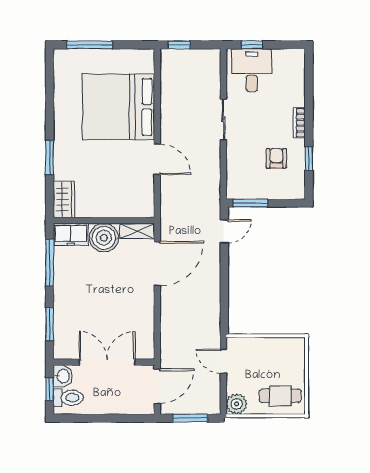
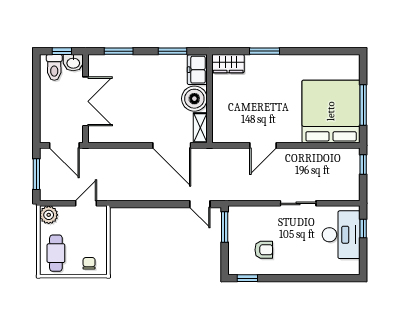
window: (89, 45) -> (363, 105), moved
desk: (252, 70) -> (341, 235), width x1.37
bed: (118, 107) -> (331, 111), moved
bookcase: (299, 123) -> (295, 270), removed
window: (309, 159) -> (247, 278), moved
window: (50, 263) -> (173, 51), width x0.69
chair: (292, 358) -> (89, 263), added

